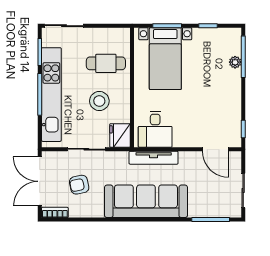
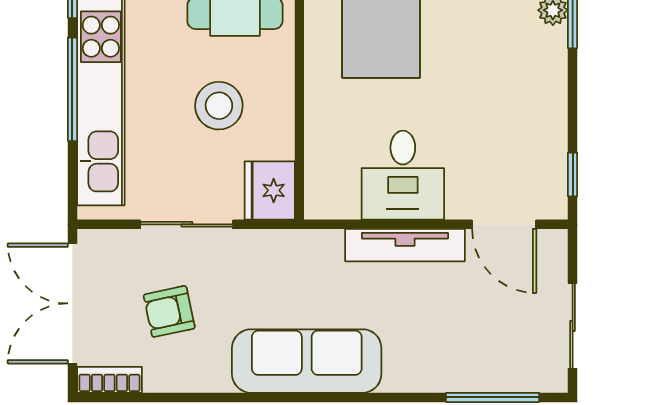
desk: (155, 129) -> (403, 175), moved
tv unit: (154, 158) -> (405, 245), moved
sofa: (146, 201) -> (307, 361), width x0.74, depth x0.79

